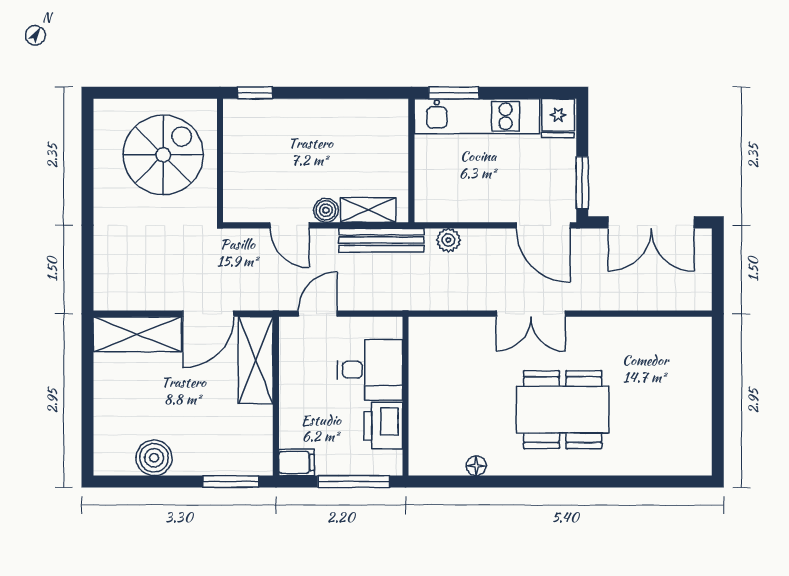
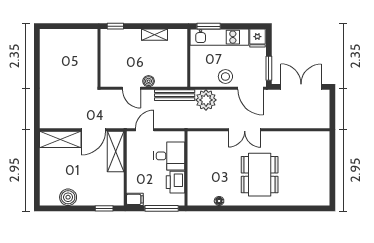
spiral stairs: (163, 155) -> (72, 55), removed
stool: (490, 200) -> (225, 77), added
shelving: (368, 210) -> (154, 35), moved
double door: (651, 222) -> (301, 87), swing flipped
plant: (448, 240) -> (206, 100), width x1.88, depth x1.88
dining table: (563, 410) -> (260, 175), turned 90
window: (231, 482) -> (104, 208), width x0.67

